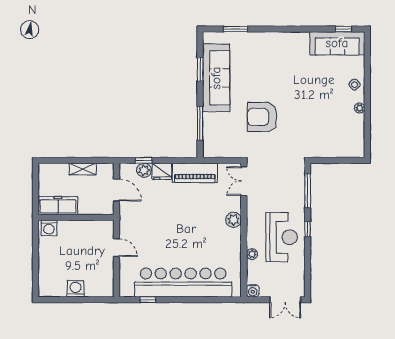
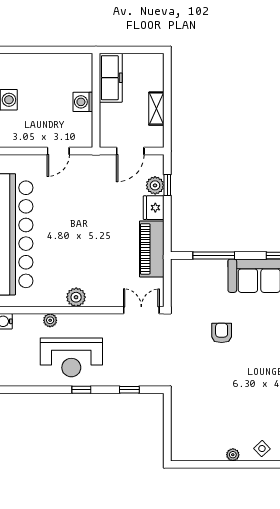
armchair: (262, 117) -> (222, 333), width x0.53, depth x0.53
window: (308, 191) -> (129, 390), width x0.46
plant: (233, 220) -> (76, 297), moved
washing machine: (49, 228) -> (83, 102), moved

